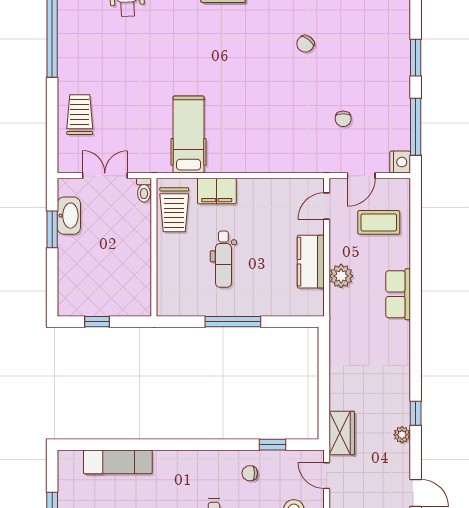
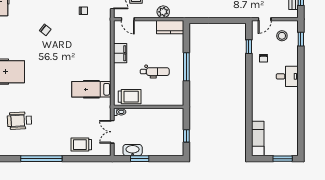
filing cabinet: (217, 191) -> (120, 53), moved
kitchen counter: (311, 262) -> (170, 27), moved
wardrobe: (342, 433) -> (243, 11), removed
exam couch: (118, 462) -> (258, 138), moved

